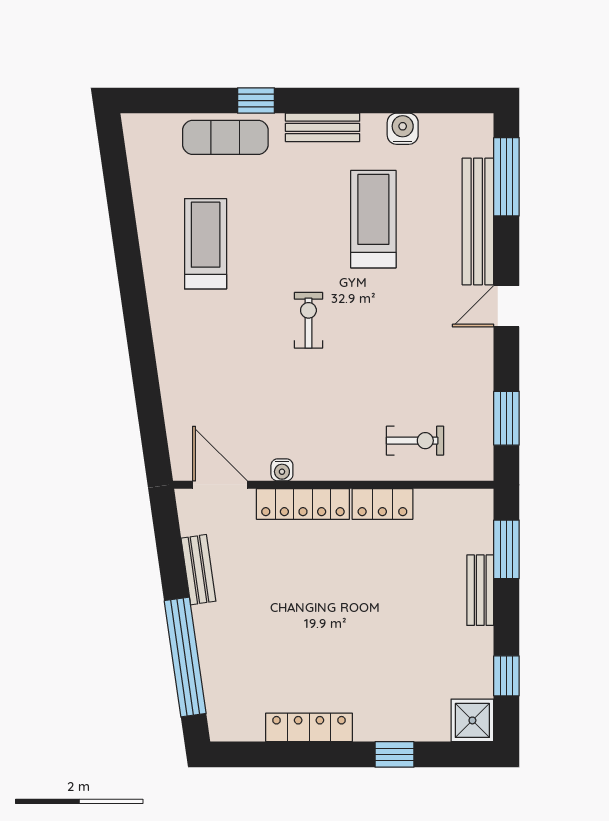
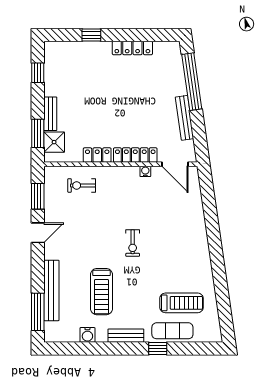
treadmill: (206, 244) -> (182, 303), moved, turned -90
door: (506, 306) -> (38, 233), moved
bench: (198, 570) -> (185, 118), width x1.36
shower: (472, 720) -> (54, 142), moved

